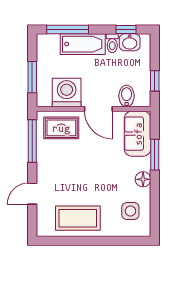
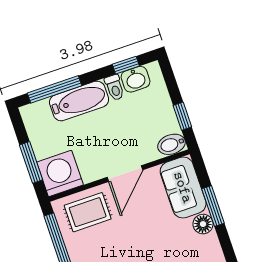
washing machine: (67, 93) -> (60, 173), moved
bidet: (127, 96) -> (171, 144), moved, turned -90
door: (98, 109) -> (125, 174), hinge flipped
floor lamp: (143, 179) -> (203, 224), moved

